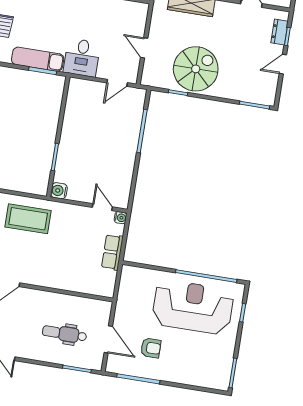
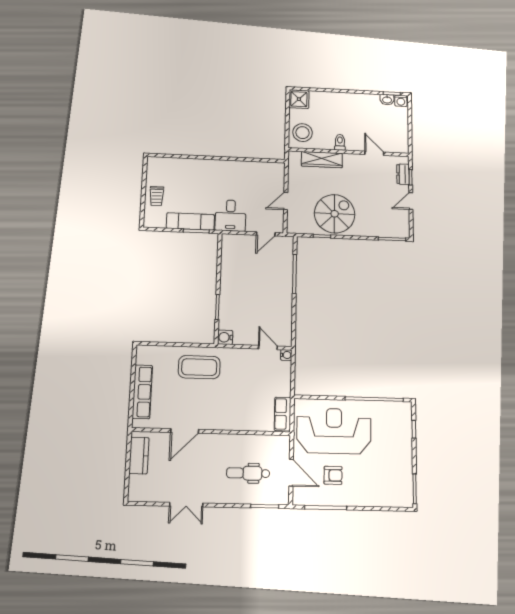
door: (144, 48) -> (286, 201), hinge flipped
row of seats: (112, 252) -> (283, 414), moved
reception desk: (193, 307) -> (334, 431), moved

